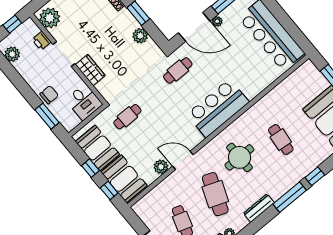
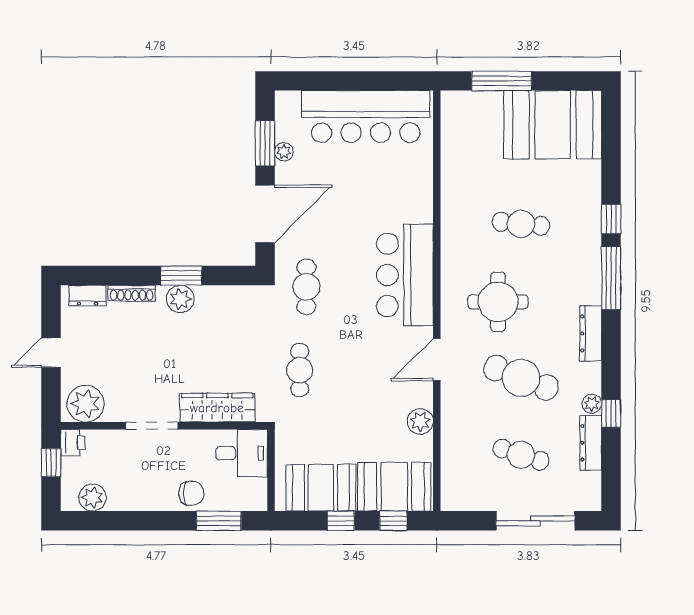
plant: (217, 21) -> (284, 152), moved
plant: (140, 36) -> (180, 299), moved
printer: (41, 41) -> (73, 443), moved, turned -90
wardrobe: (90, 70) -> (217, 408), width x1.50
chair: (49, 95) -> (192, 493), turned 90
cafe table: (127, 117) -> (300, 370), moved
door: (183, 160) -> (437, 360), moved

